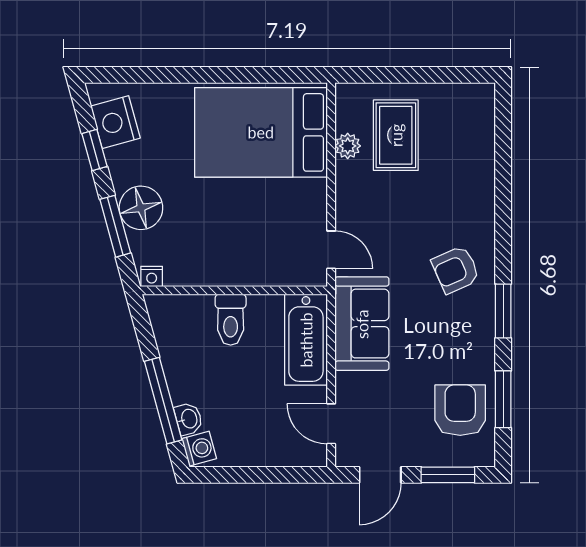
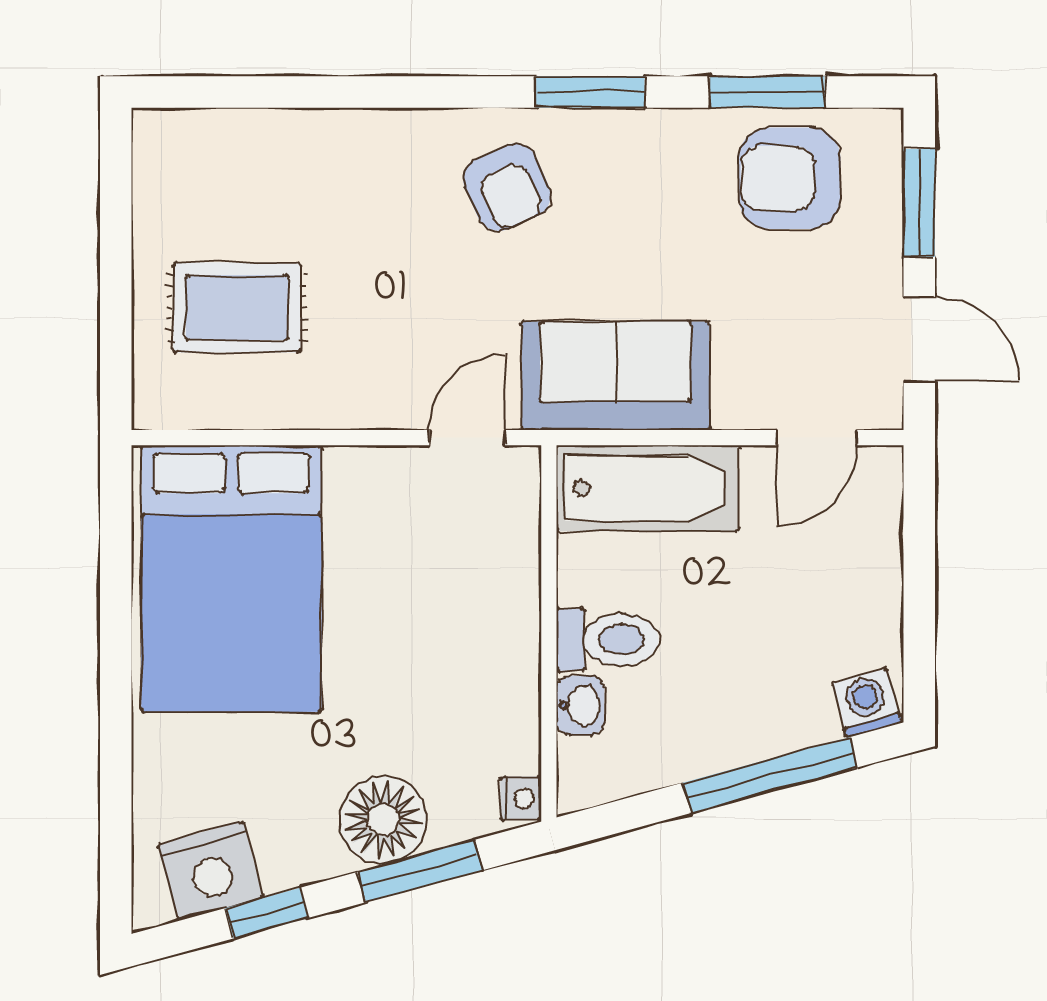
plant: (348, 146) -> (258, 404), removed
washbasin: (189, 419) -> (580, 705), moved, turned 105

